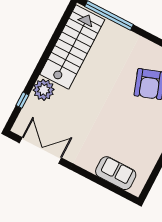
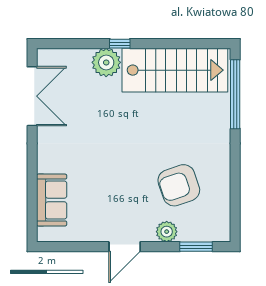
window: (22, 100) -> (120, 44), moved

